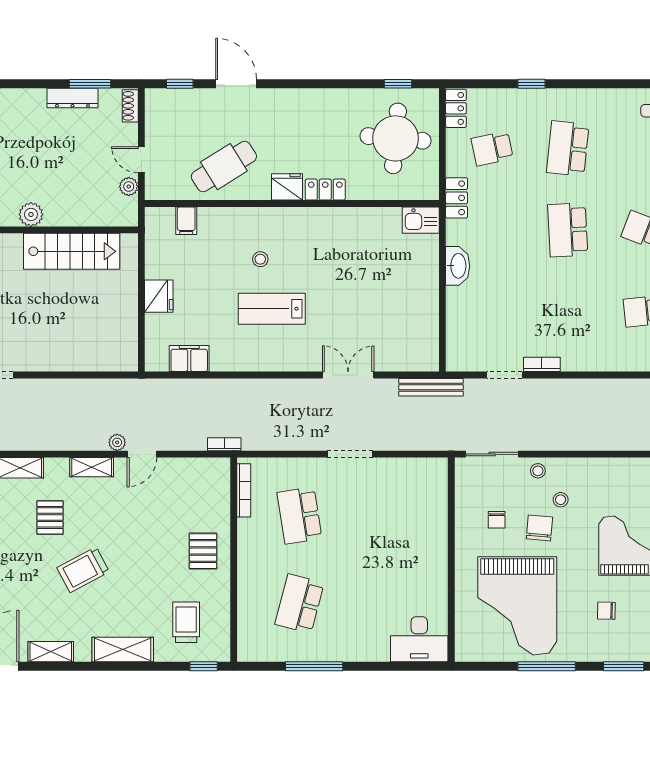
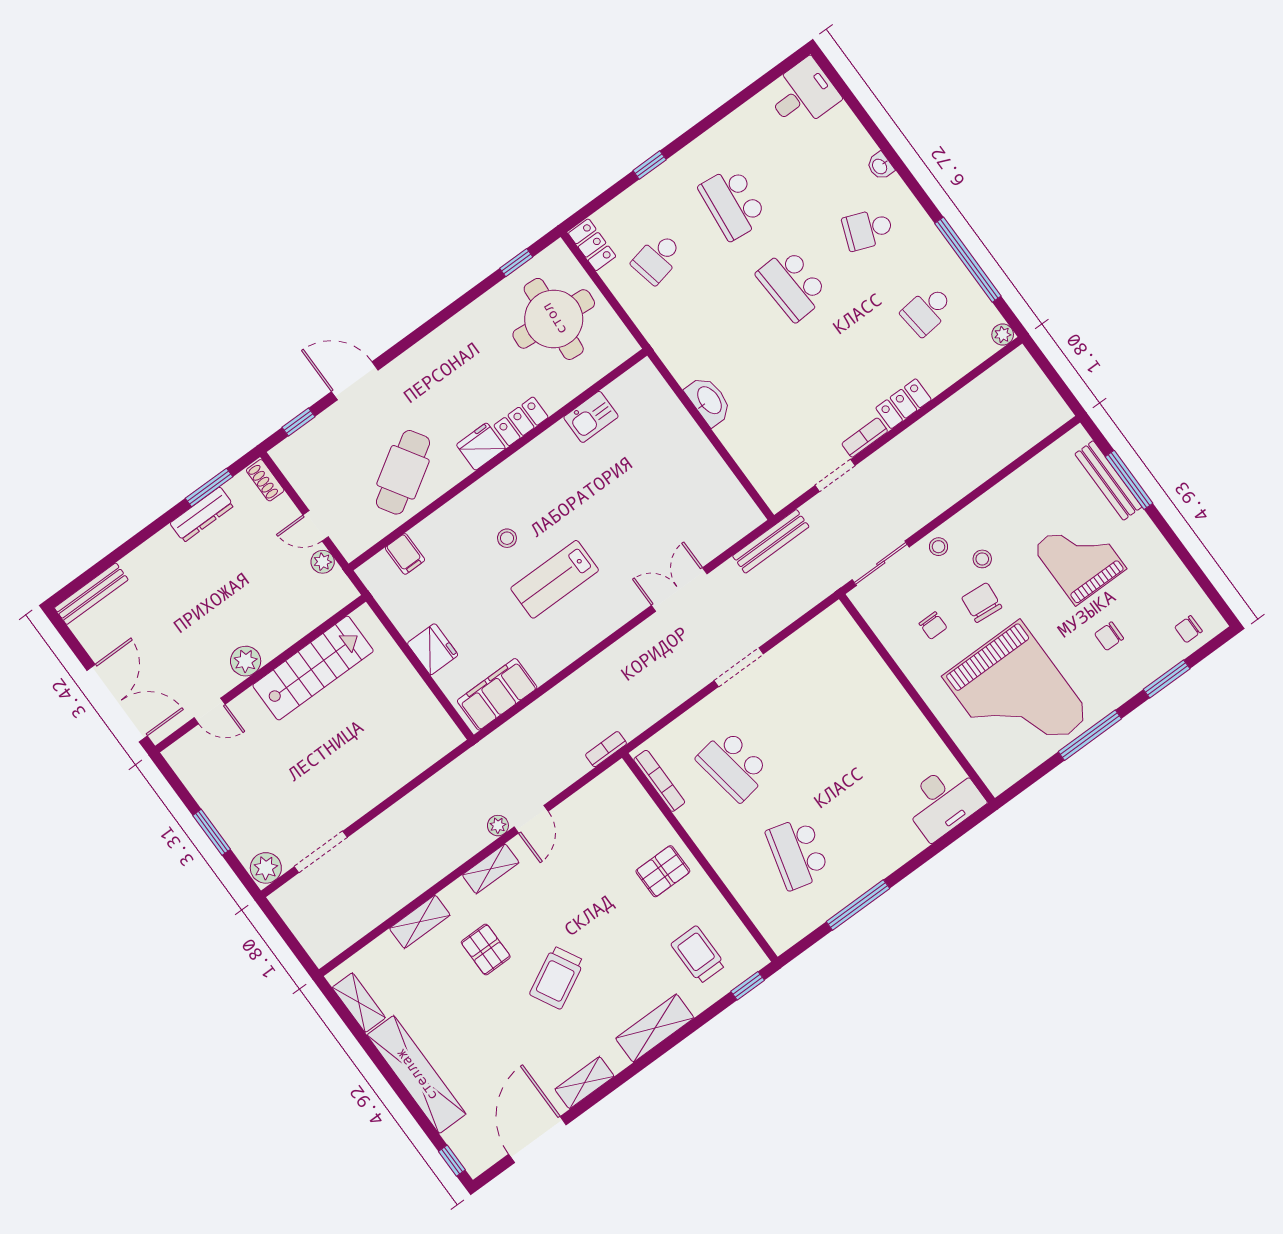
locker: (457, 198) -> (903, 404), moved, turned -90
kitchen sink: (421, 220) -> (591, 417), moved
filing cabinet: (189, 359) -> (497, 694), width x1.50, depth x1.17
pallet: (203, 551) -> (663, 871), turned 90

